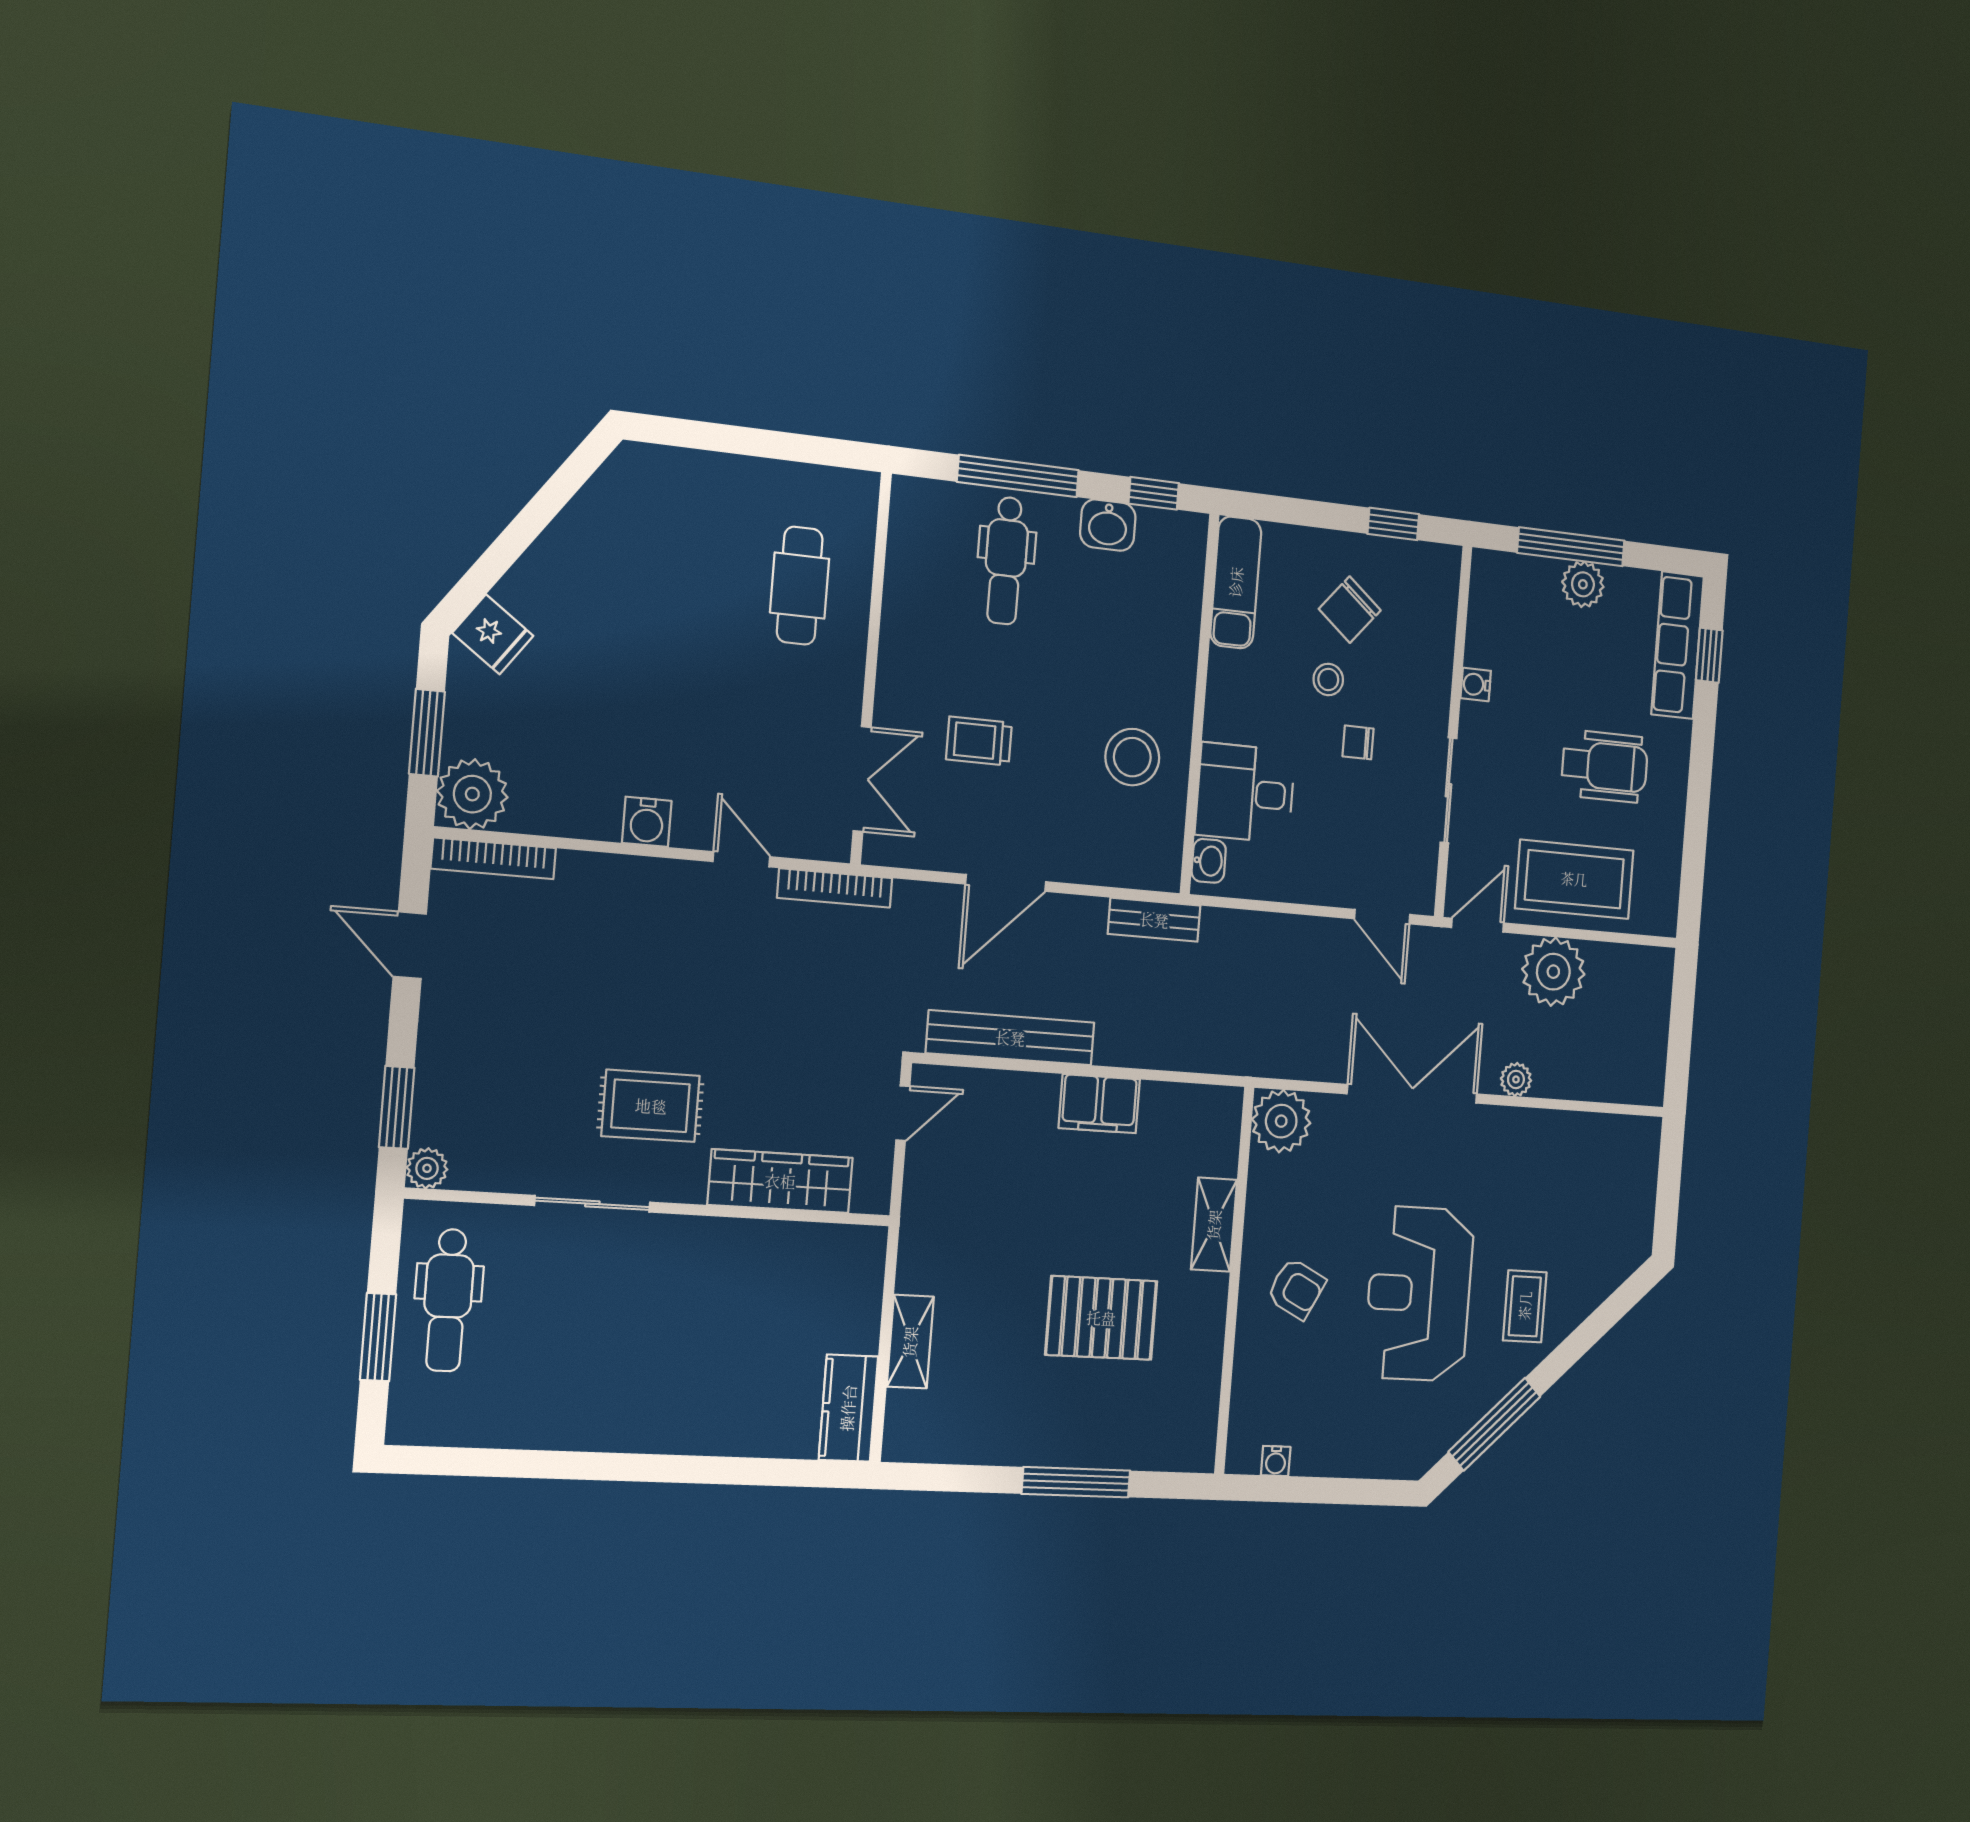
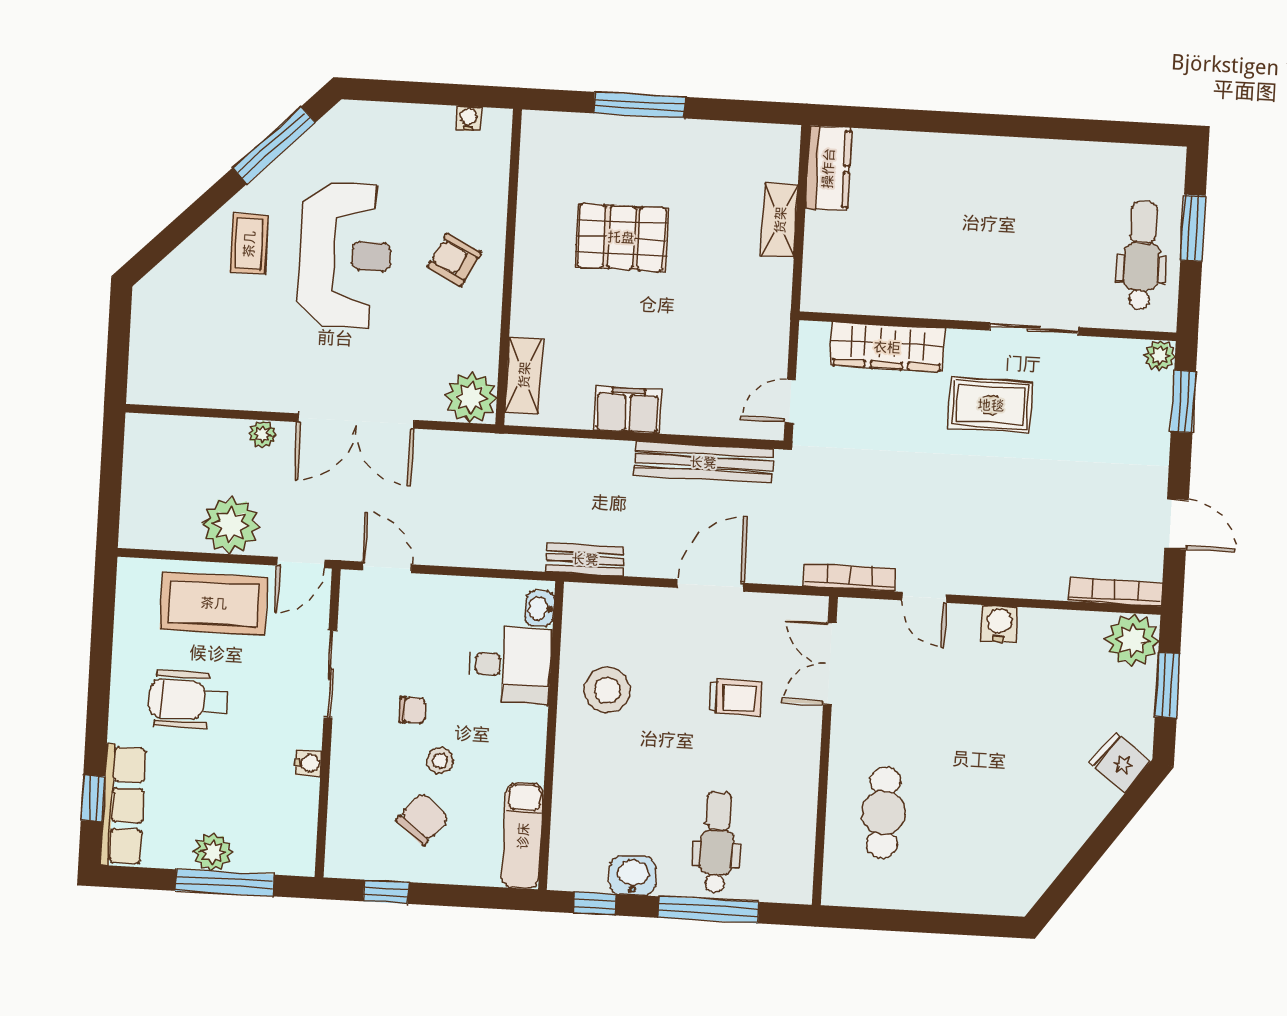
shelving: (1214, 1225) -> (524, 375), moved

